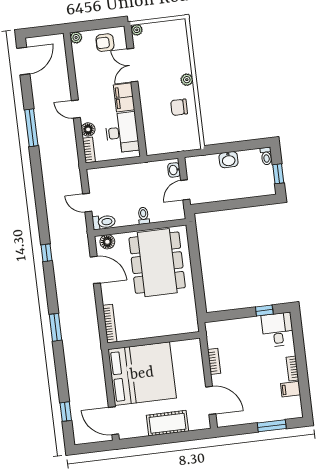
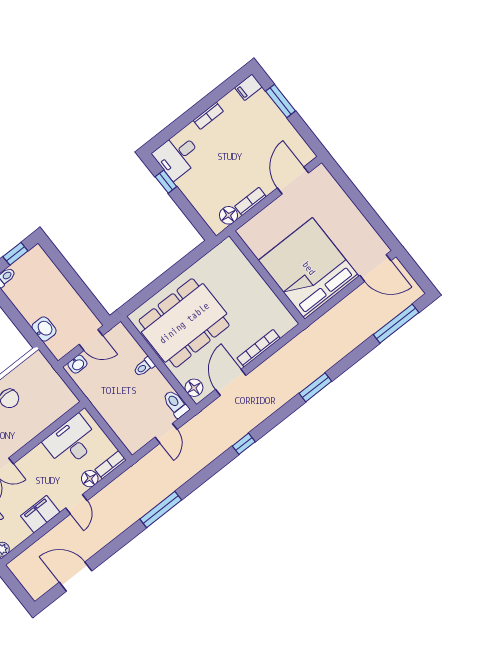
door: (23, 61) -> (76, 577), moved
filing cabinet: (124, 97) -> (40, 514), moved, turned 180
window: (31, 128) -> (161, 509), moved
washbasin: (229, 160) -> (44, 329), moved
bookcase: (110, 324) -> (259, 348), moved
floor lamp: (214, 340) -> (229, 215), added
filing cabinet: (291, 389) -> (248, 87), moved, turned 90
window: (66, 412) -> (396, 324), width x2.17
door: (114, 421) -> (375, 268), hinge flipped
cot: (167, 423) -> (344, 211), removed

